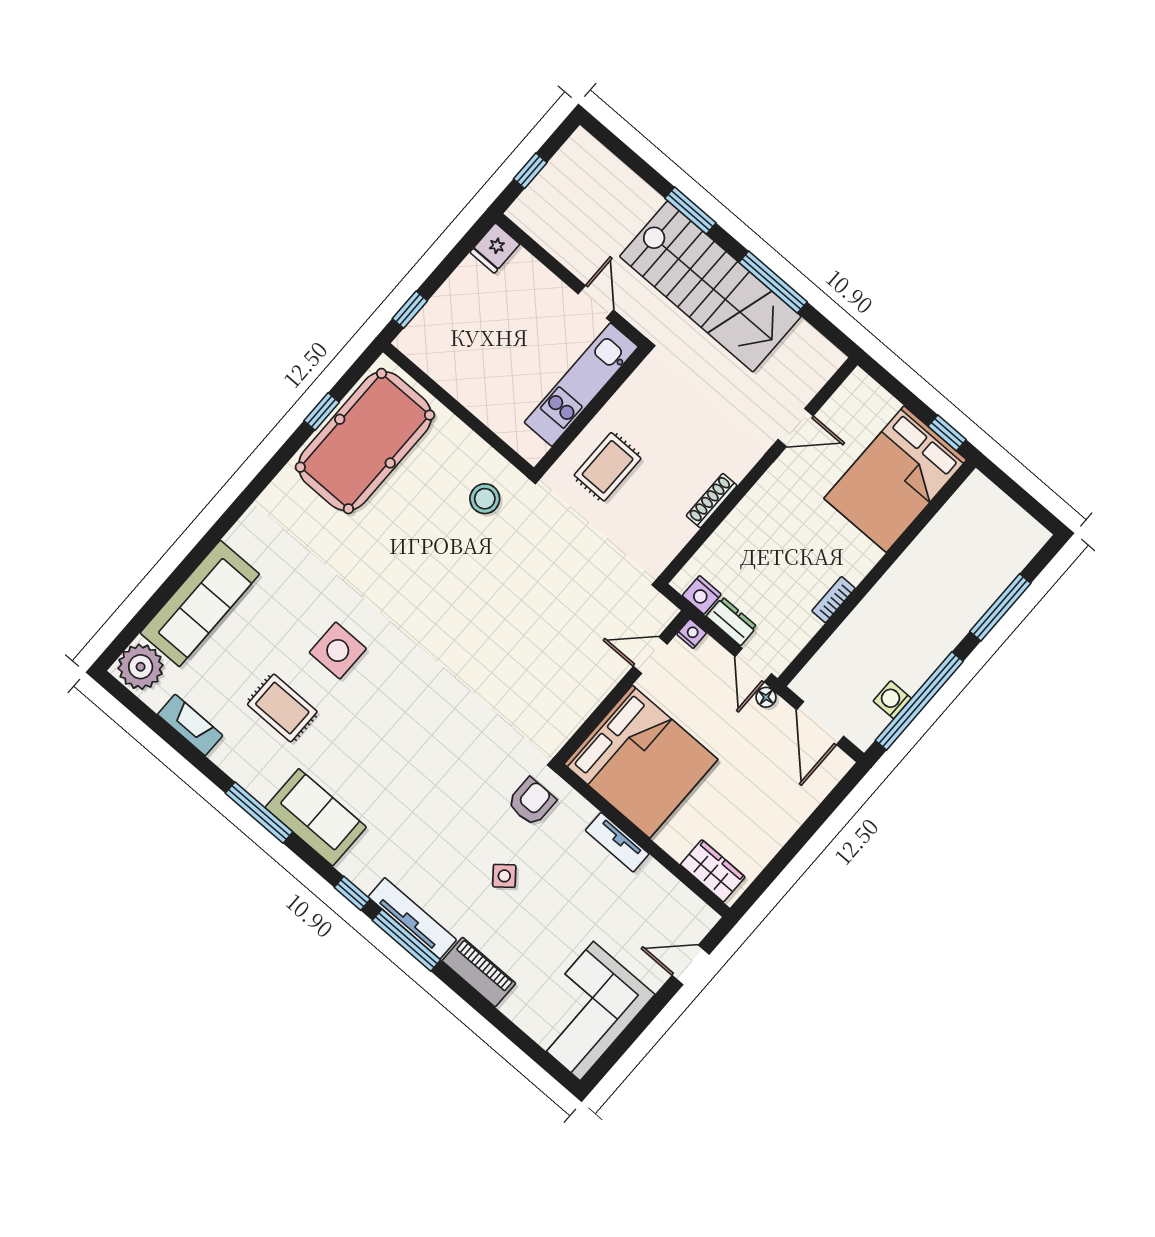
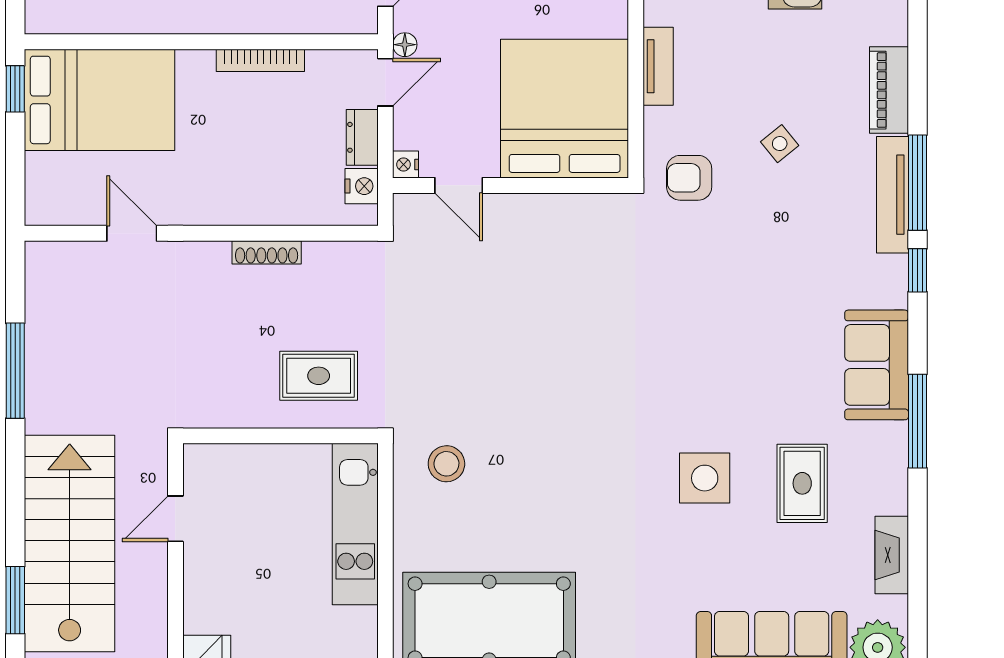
window: (690, 211) -> (15, 600), moved
stairs: (710, 286) -> (70, 544), moved
kitchen unit: (581, 385) -> (355, 524), moved, turned 90
bookcase: (834, 600) -> (260, 60), width x1.56

